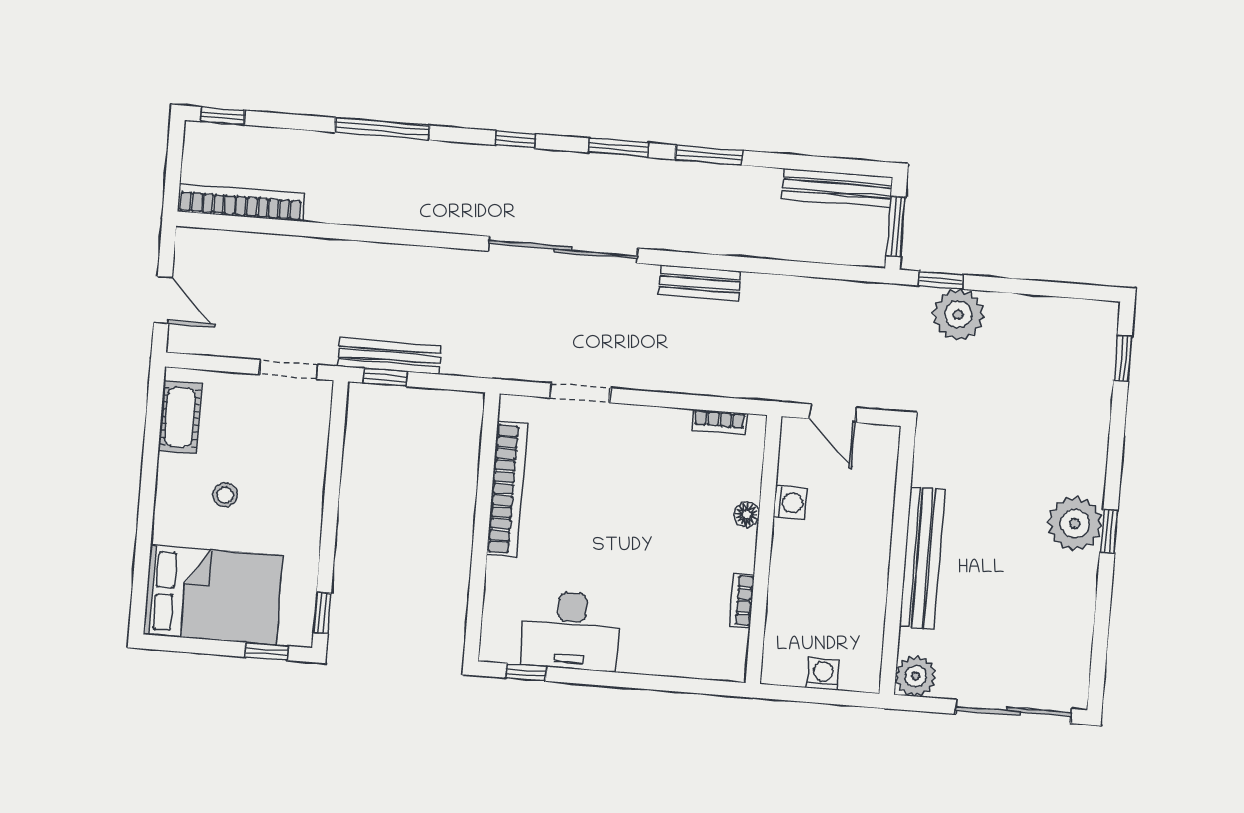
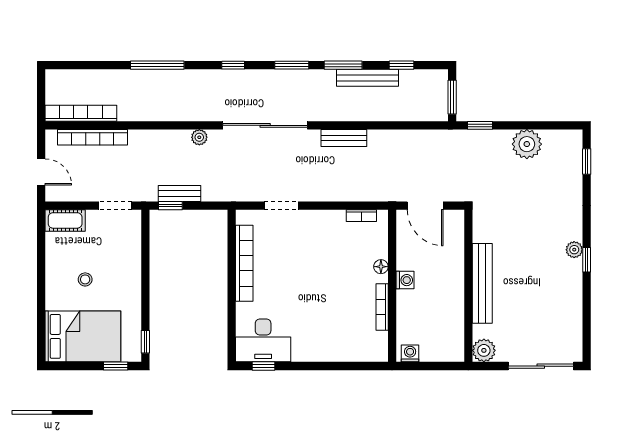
window: (223, 116) -> (402, 65), moved
bench: (837, 188) -> (368, 78), moved
bookcase: (258, 246) -> (93, 137), added
plant: (446, 261) -> (199, 137), added
plant: (958, 315) -> (527, 144), moved
bench: (389, 356) -> (179, 193), width x0.73
door: (833, 413) -> (425, 206), width x1.38
cot: (180, 417) -> (65, 220), moved, turned 90
washing machine: (790, 503) -> (405, 280), moved
plant: (1075, 524) -> (574, 250), width x0.53, depth x0.53
bookcase: (742, 600) -> (382, 307), width x1.56
desk: (571, 631) -> (263, 340), moved
washing machine: (823, 674) -> (410, 353), moved

